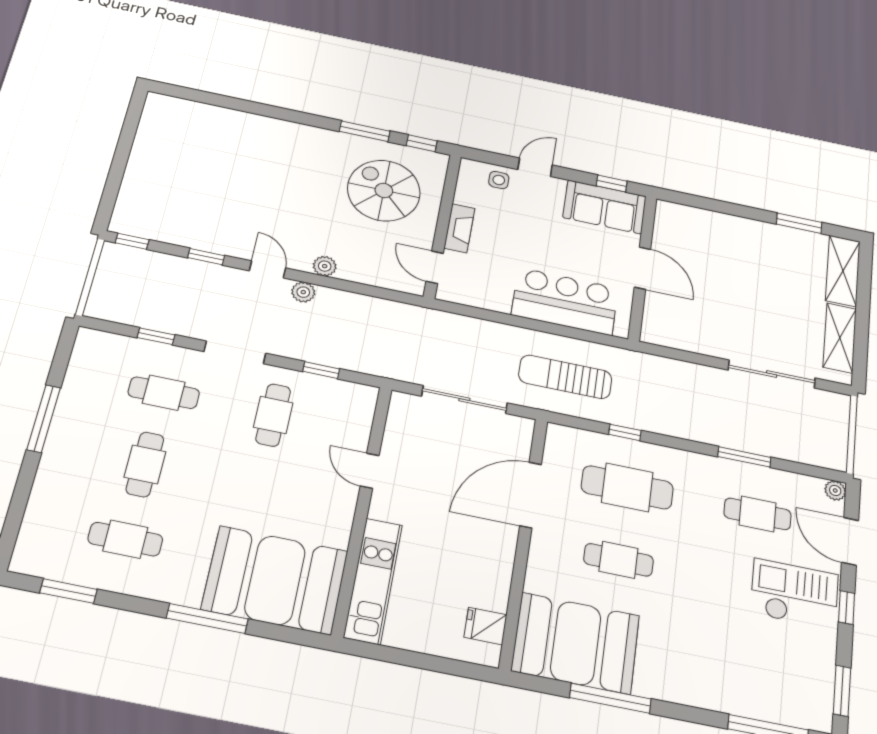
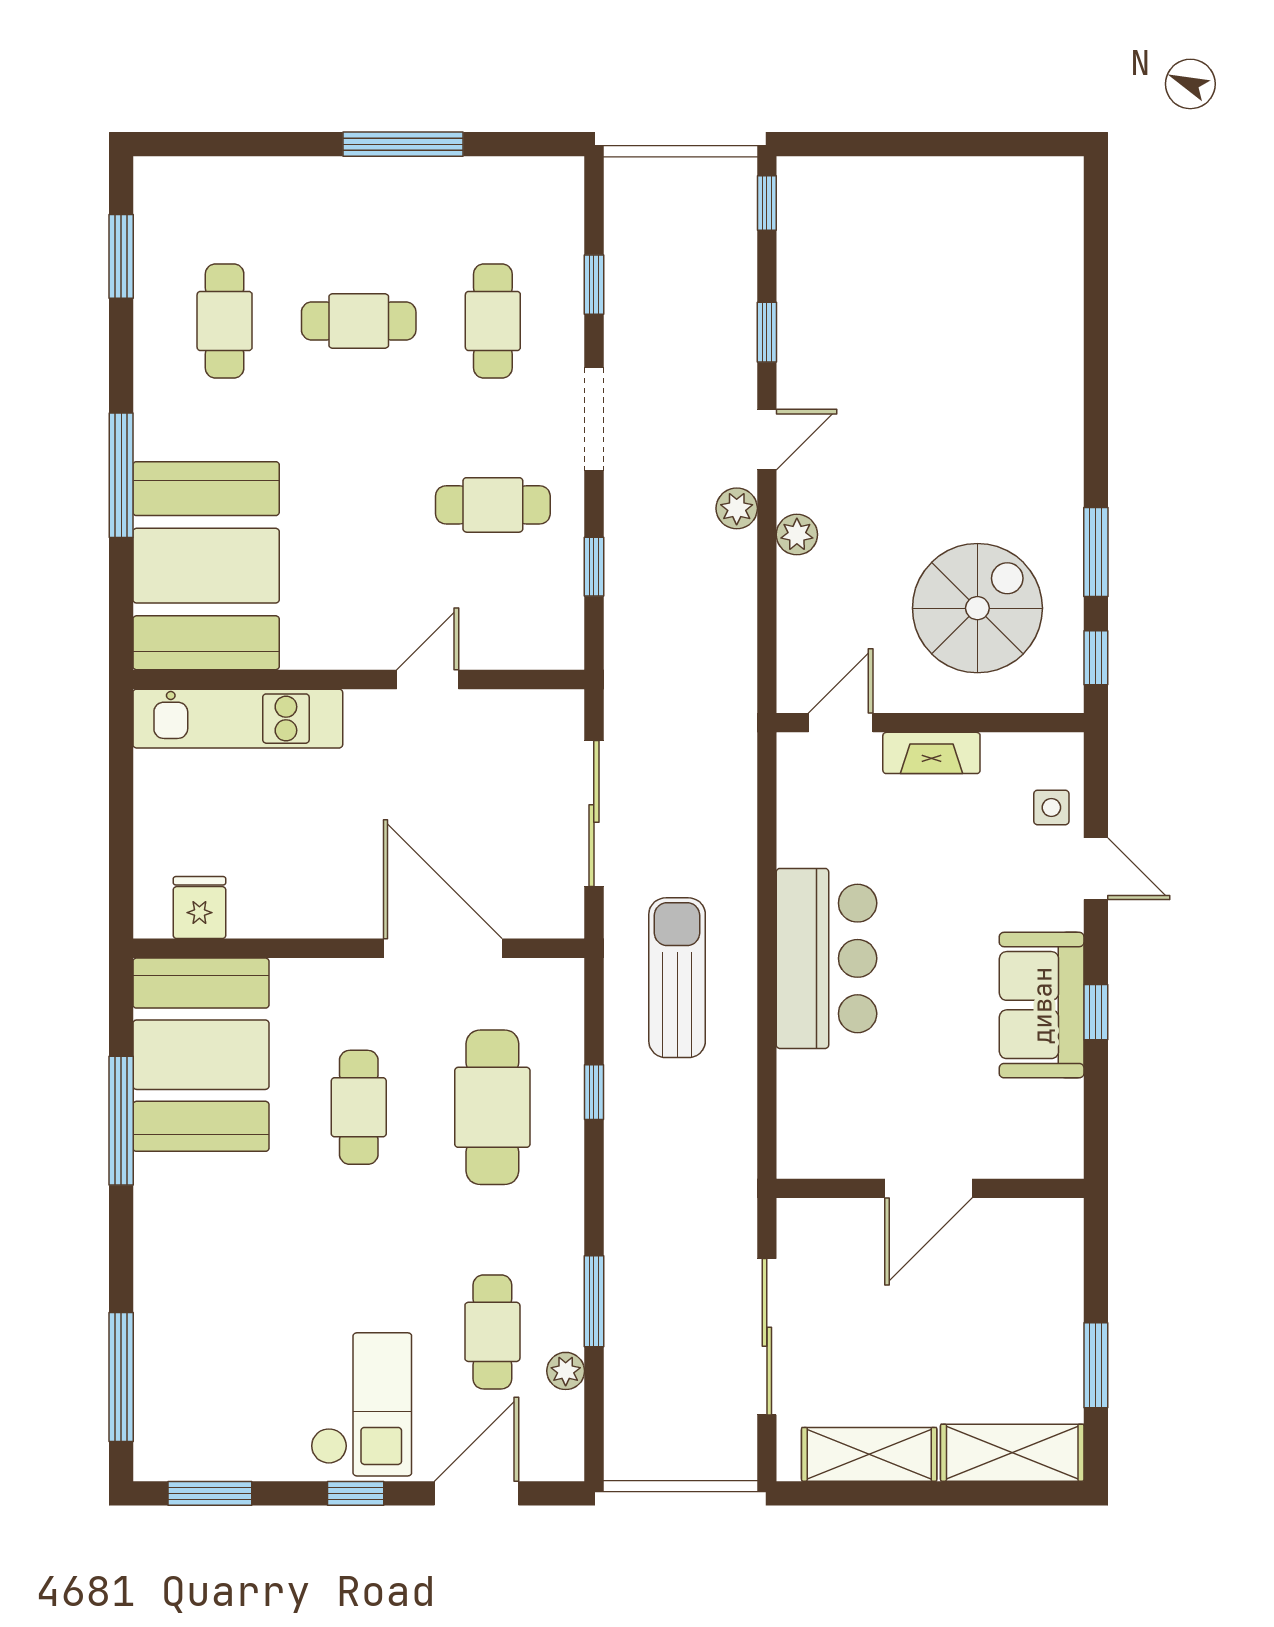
wall: (643, 267) -> (930, 1188), moved
door: (642, 268) -> (928, 1188), moved
plant: (835, 490) -> (566, 1371), moved

